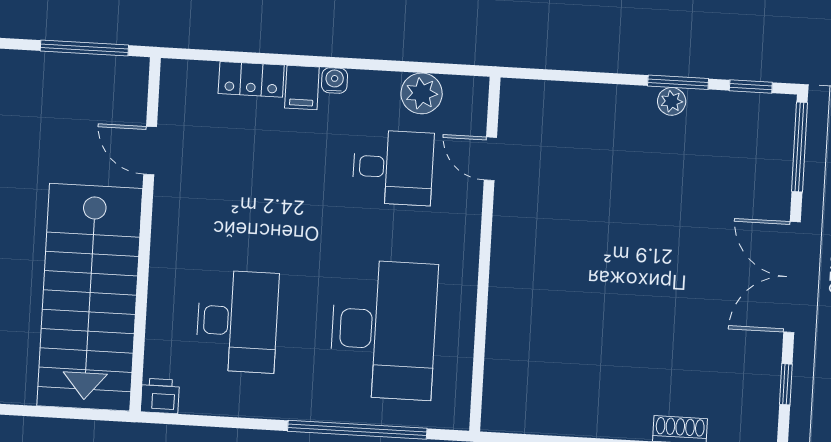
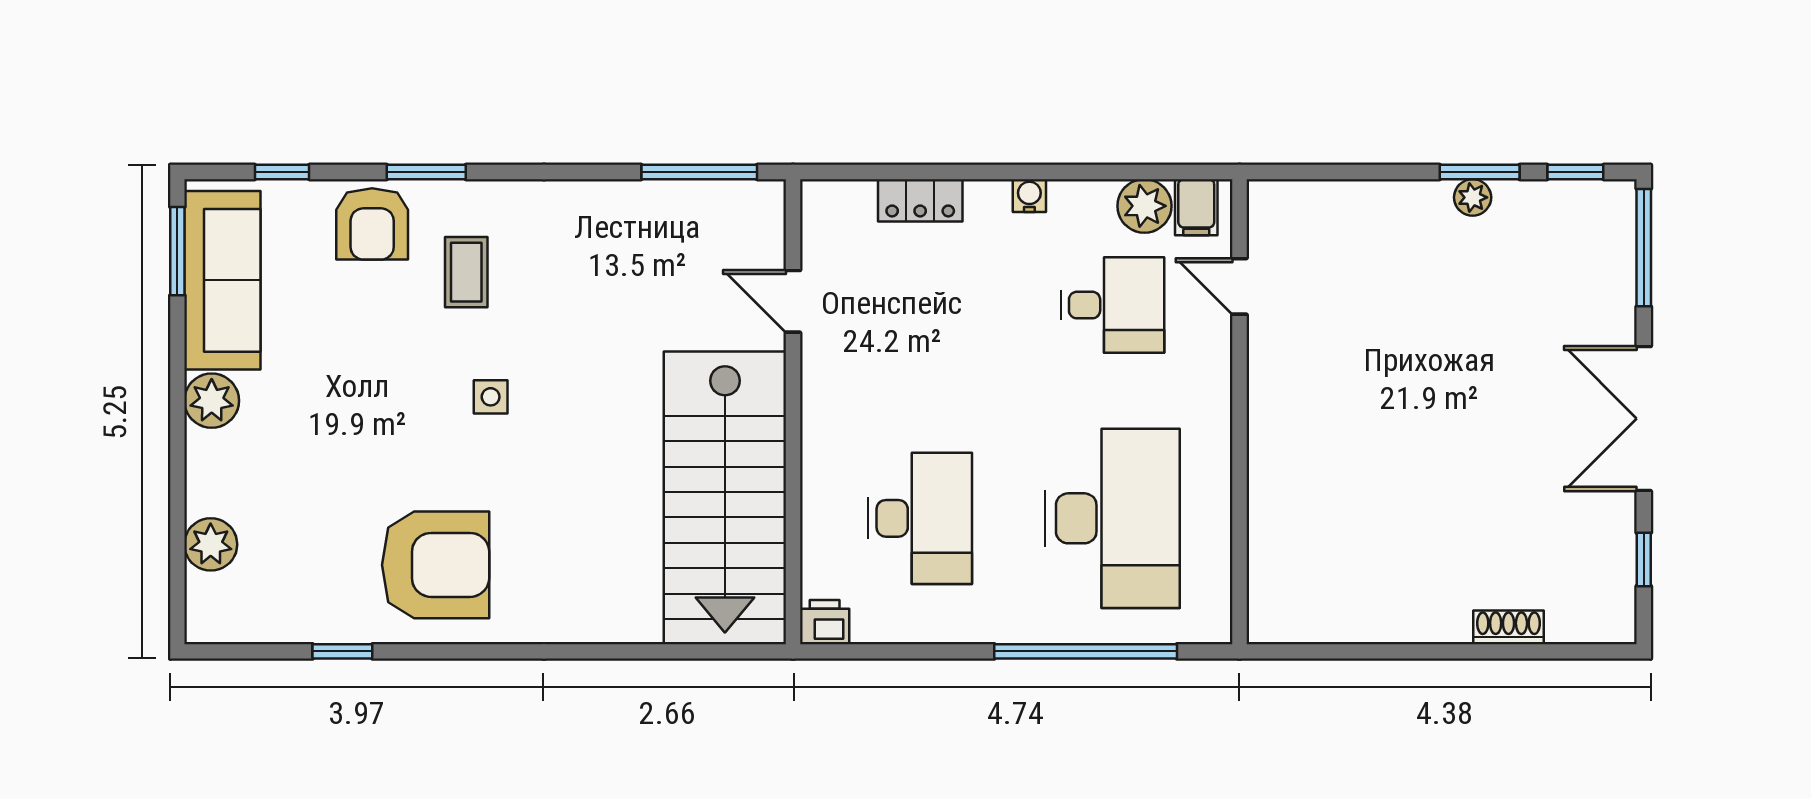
filing cabinet: (302, 88) -> (1196, 207), moved

